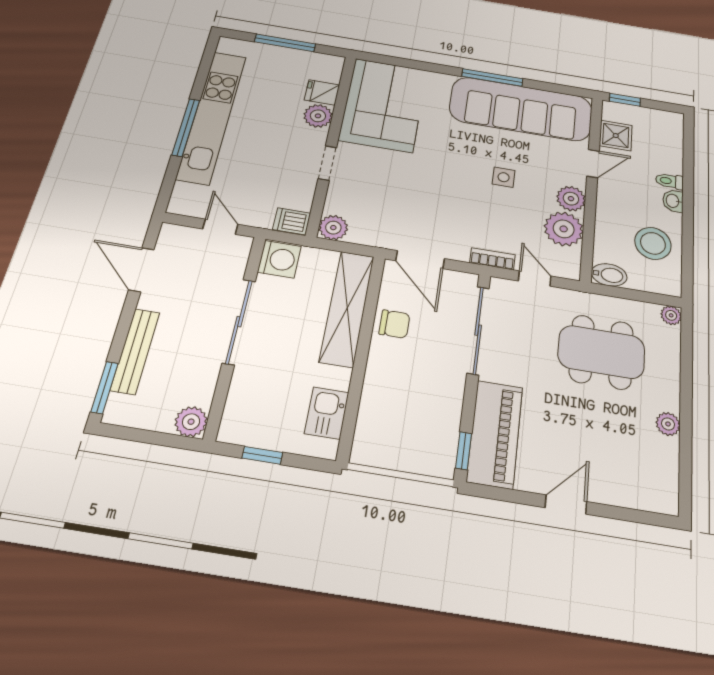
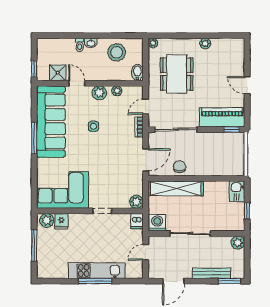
kitchen unit: (212, 116) -> (97, 271), width x0.73
plant: (318, 116) -> (47, 220), moved
plant: (564, 229) -> (117, 91), width x0.53, depth x0.53
kitchen sink: (327, 413) -> (237, 191), moved, turned 90

